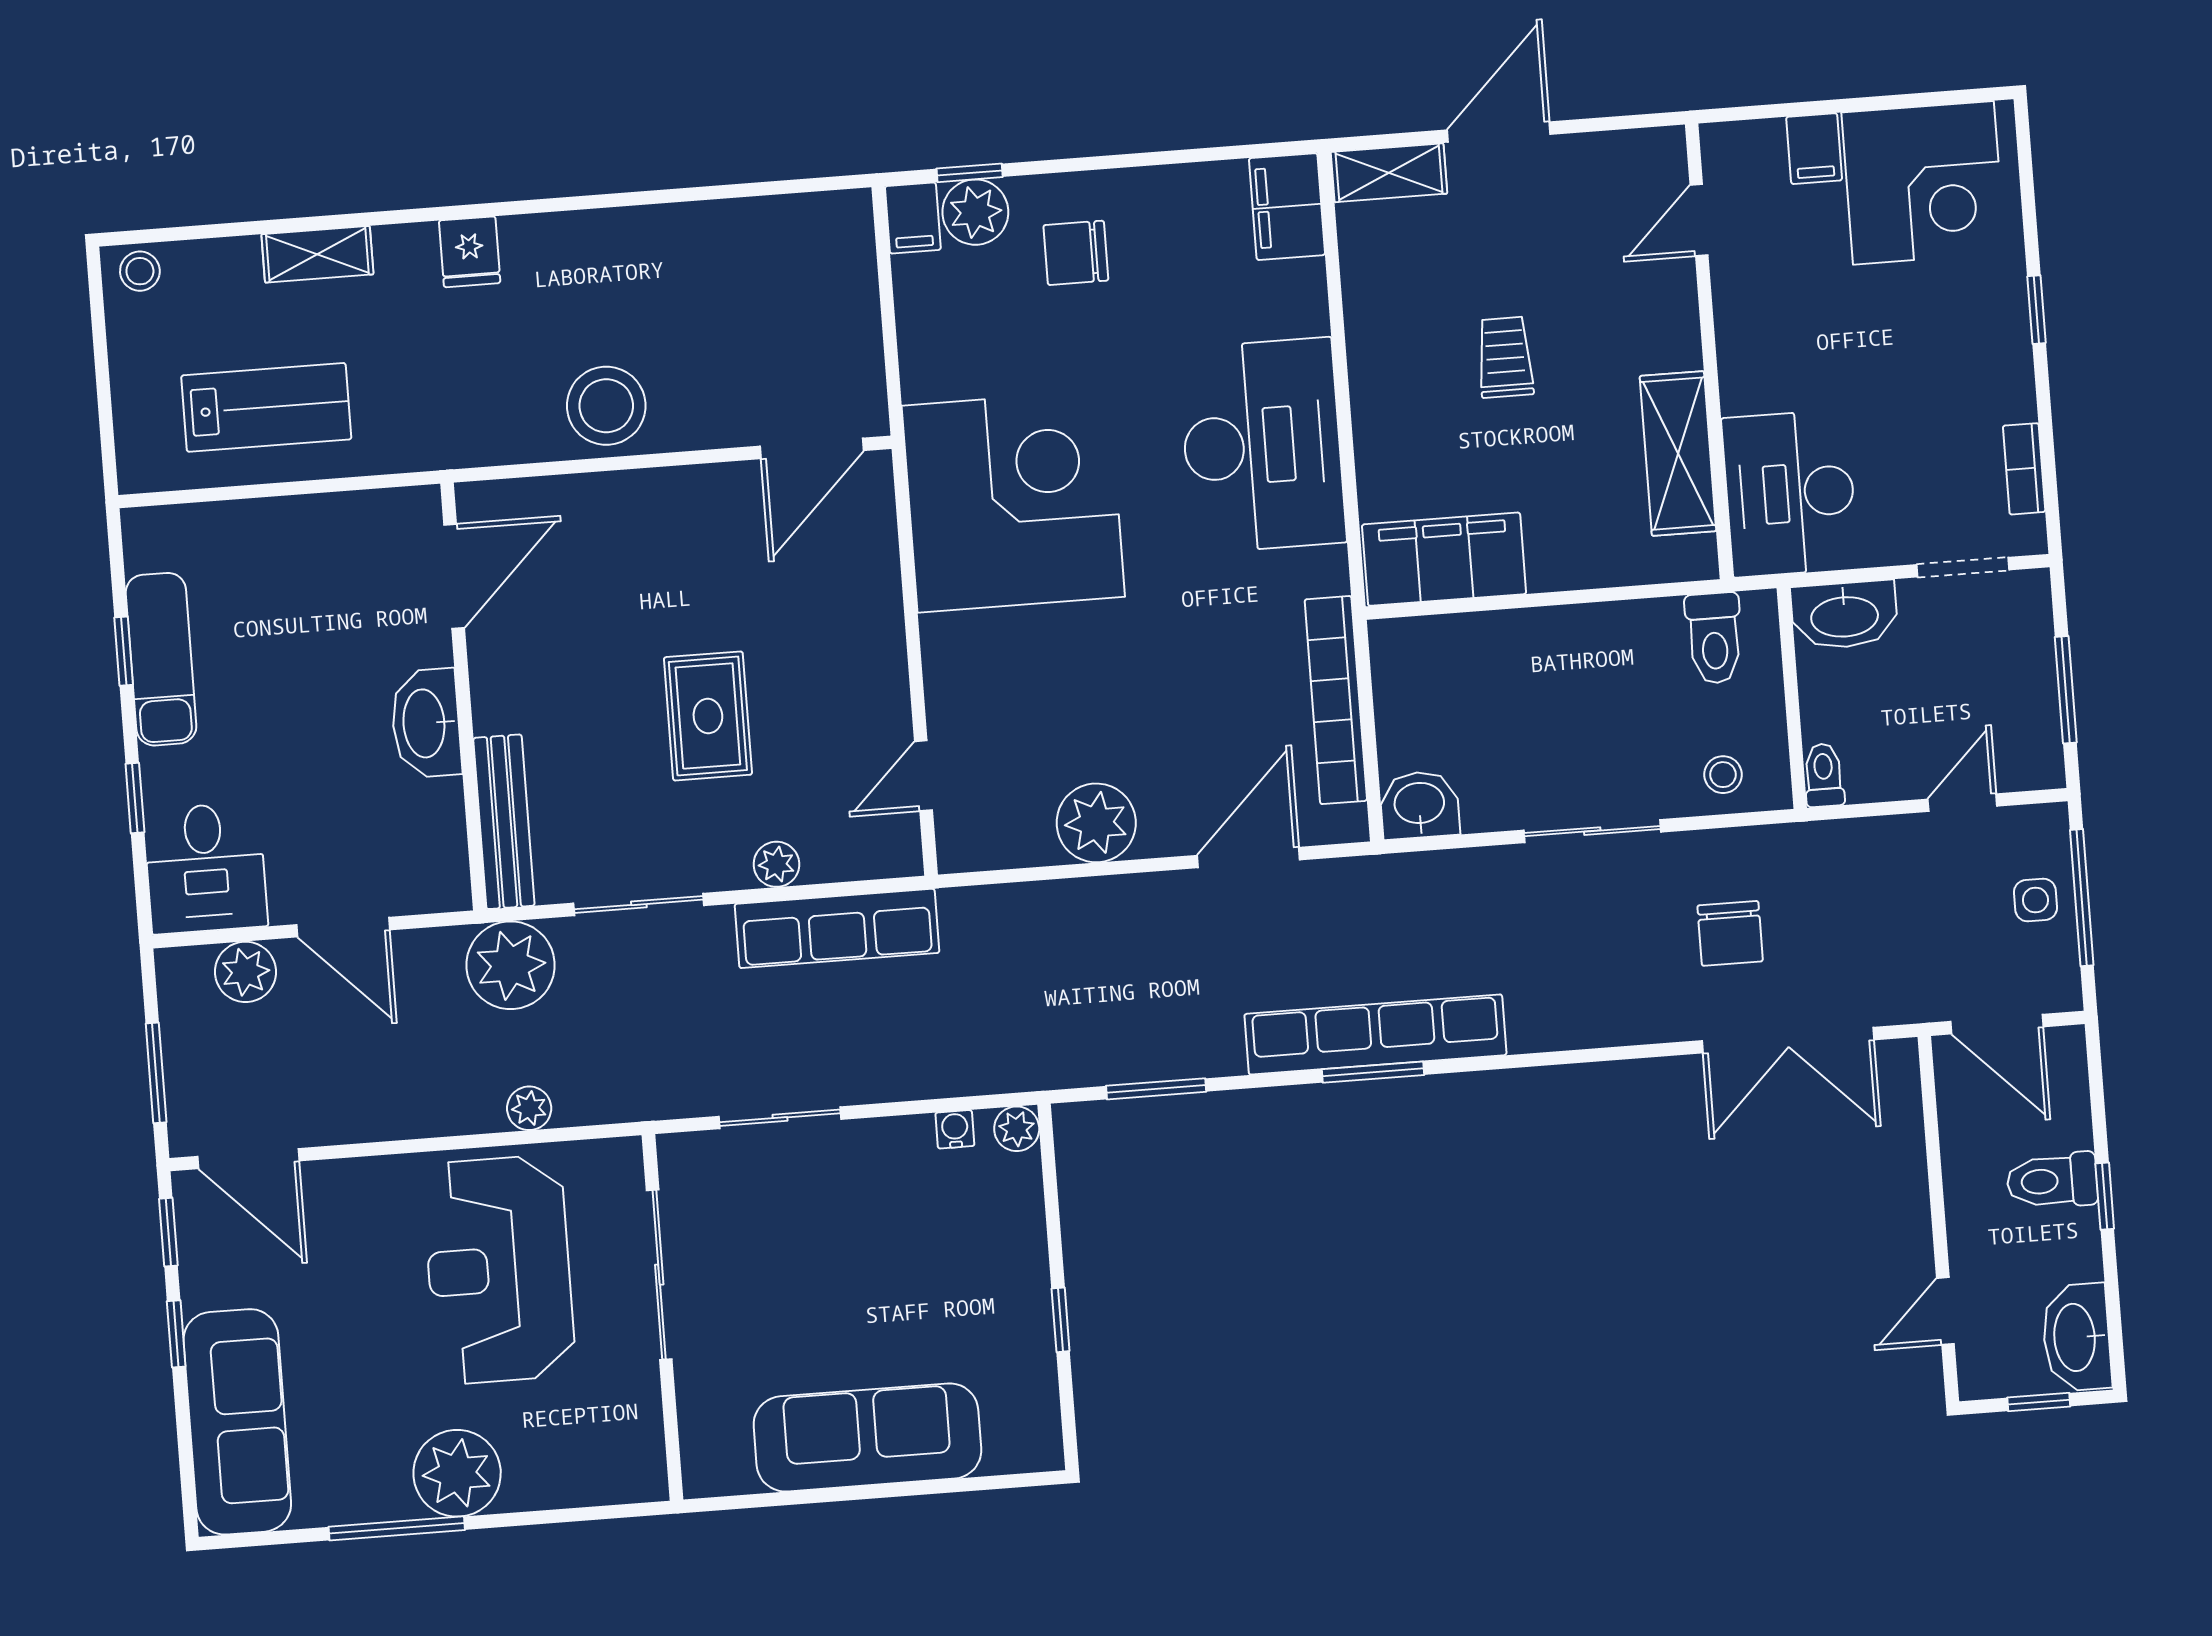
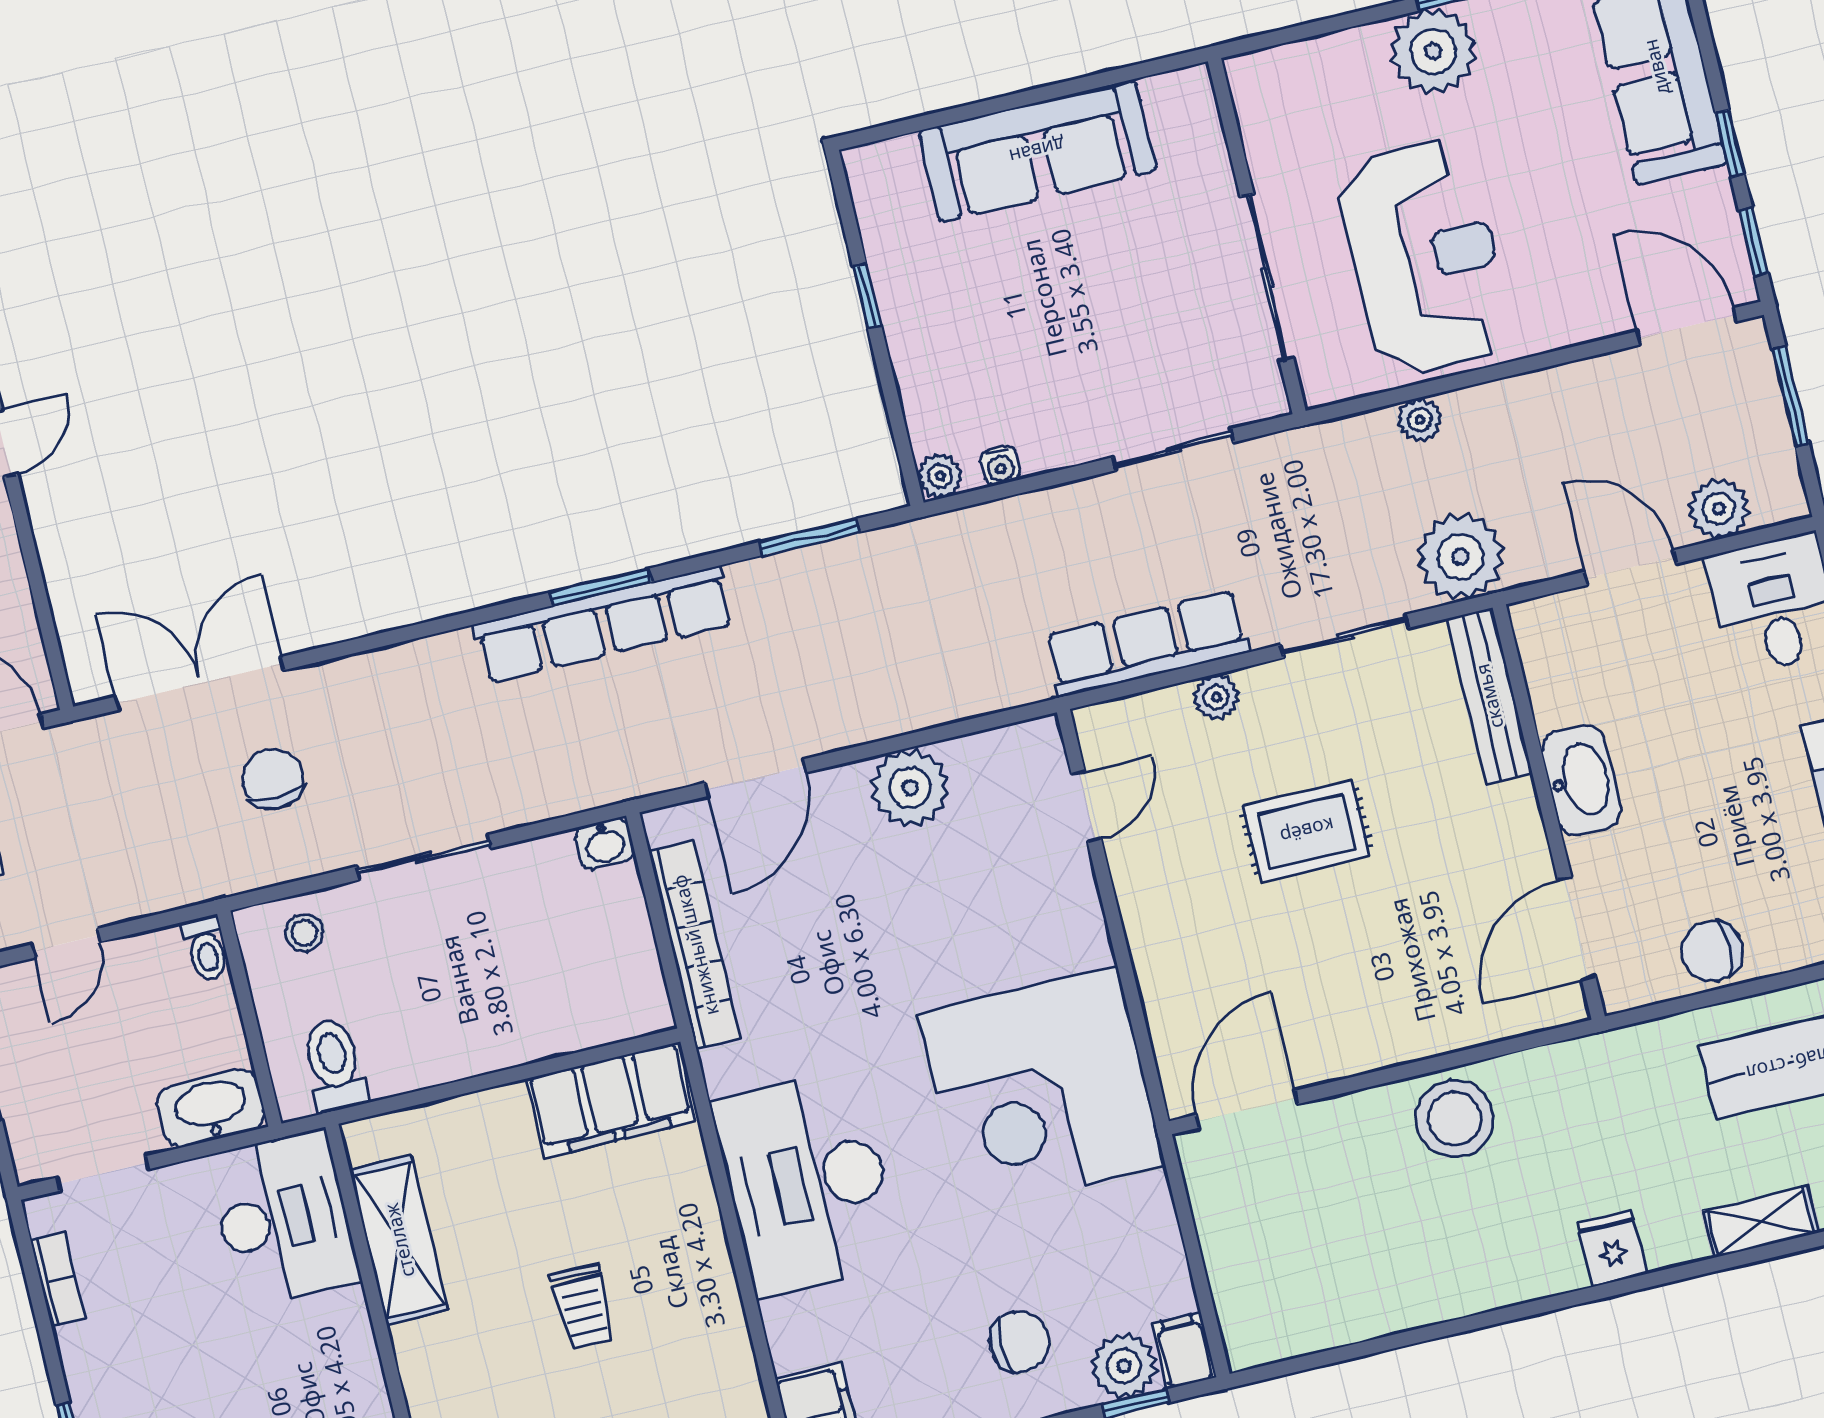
chair: (323, 532) -> (1712, 951), added
rug: (708, 716) -> (1307, 831), turned 90
washbasin: (1419, 805) -> (605, 844), width x0.72, depth x0.69

